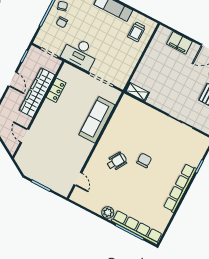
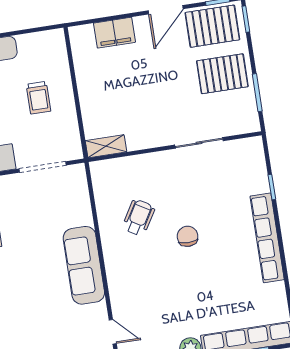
trolley: (137, 32) -> (38, 98), moved
sofa: (97, 120) -> (84, 265), moved
wheelchair: (117, 161) -> (139, 218), moved

